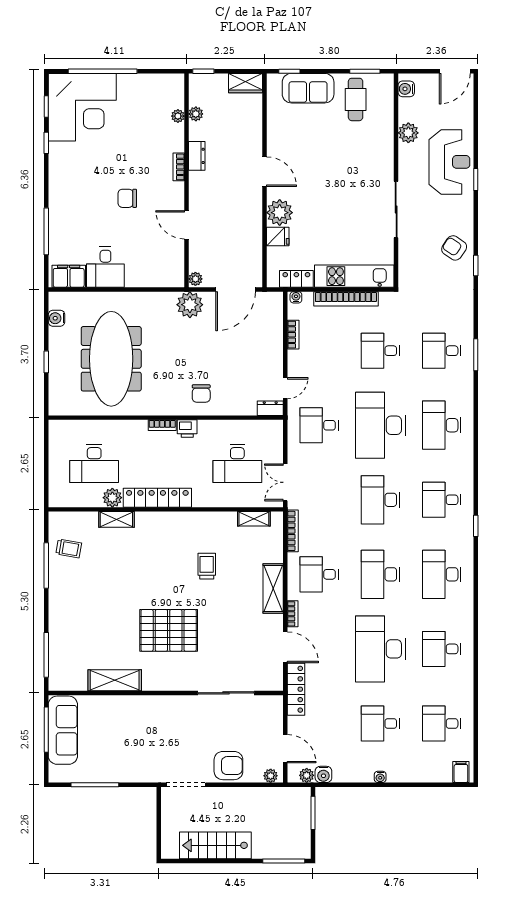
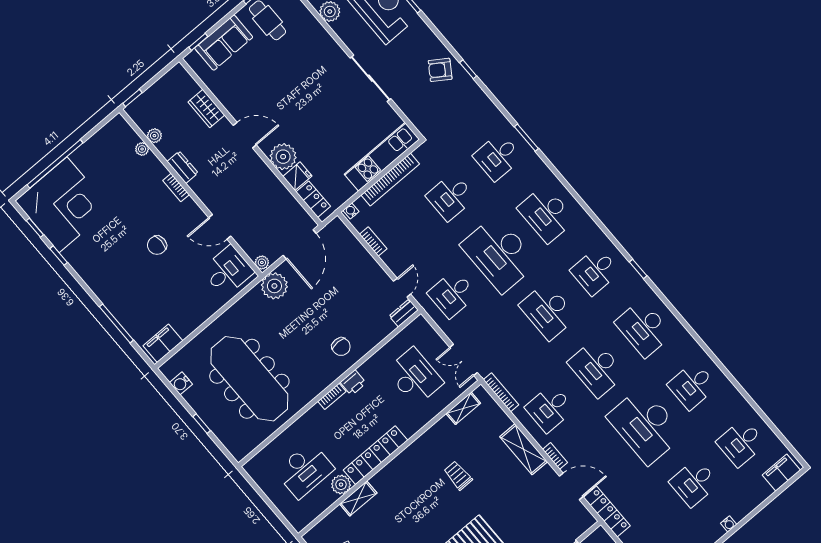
wardrobe: (245, 83) -> (206, 109), moved, turned 90
desk: (105, 267) -> (228, 271), moved, turned -90
locker: (296, 279) -> (313, 199), moved, turned 90
desk: (237, 463) -> (414, 377), turned -90
filing cabinet: (461, 772) -> (781, 473), width x2.00

